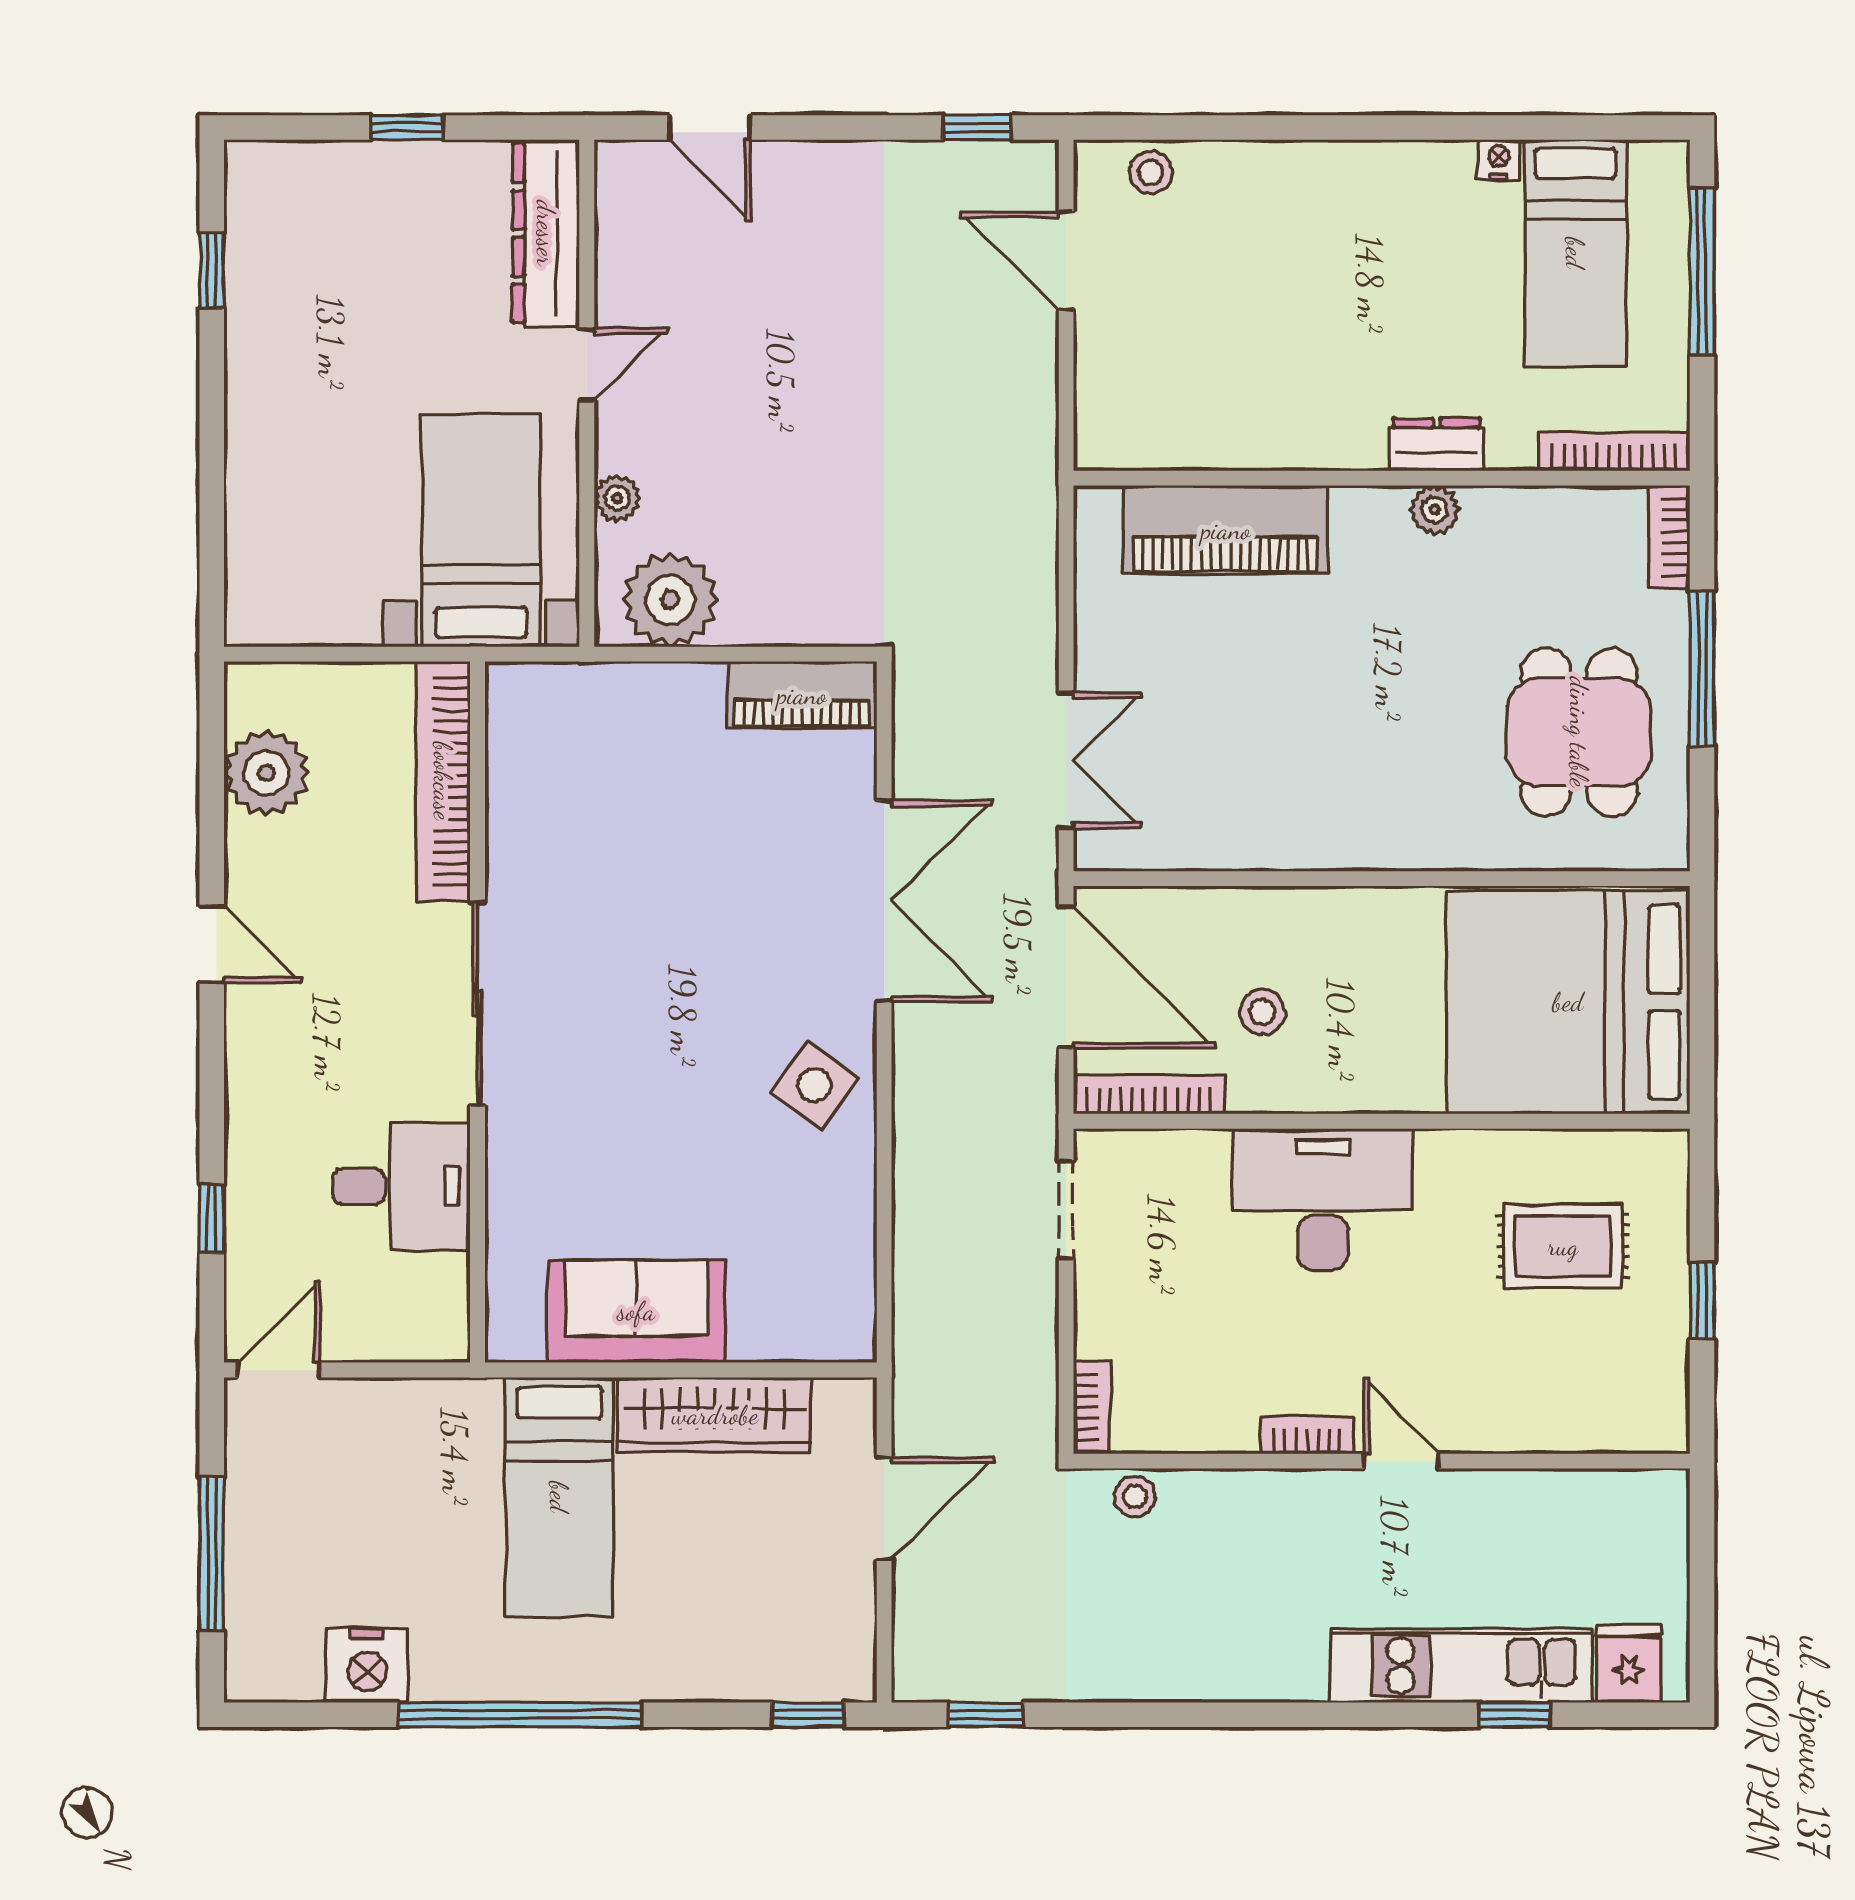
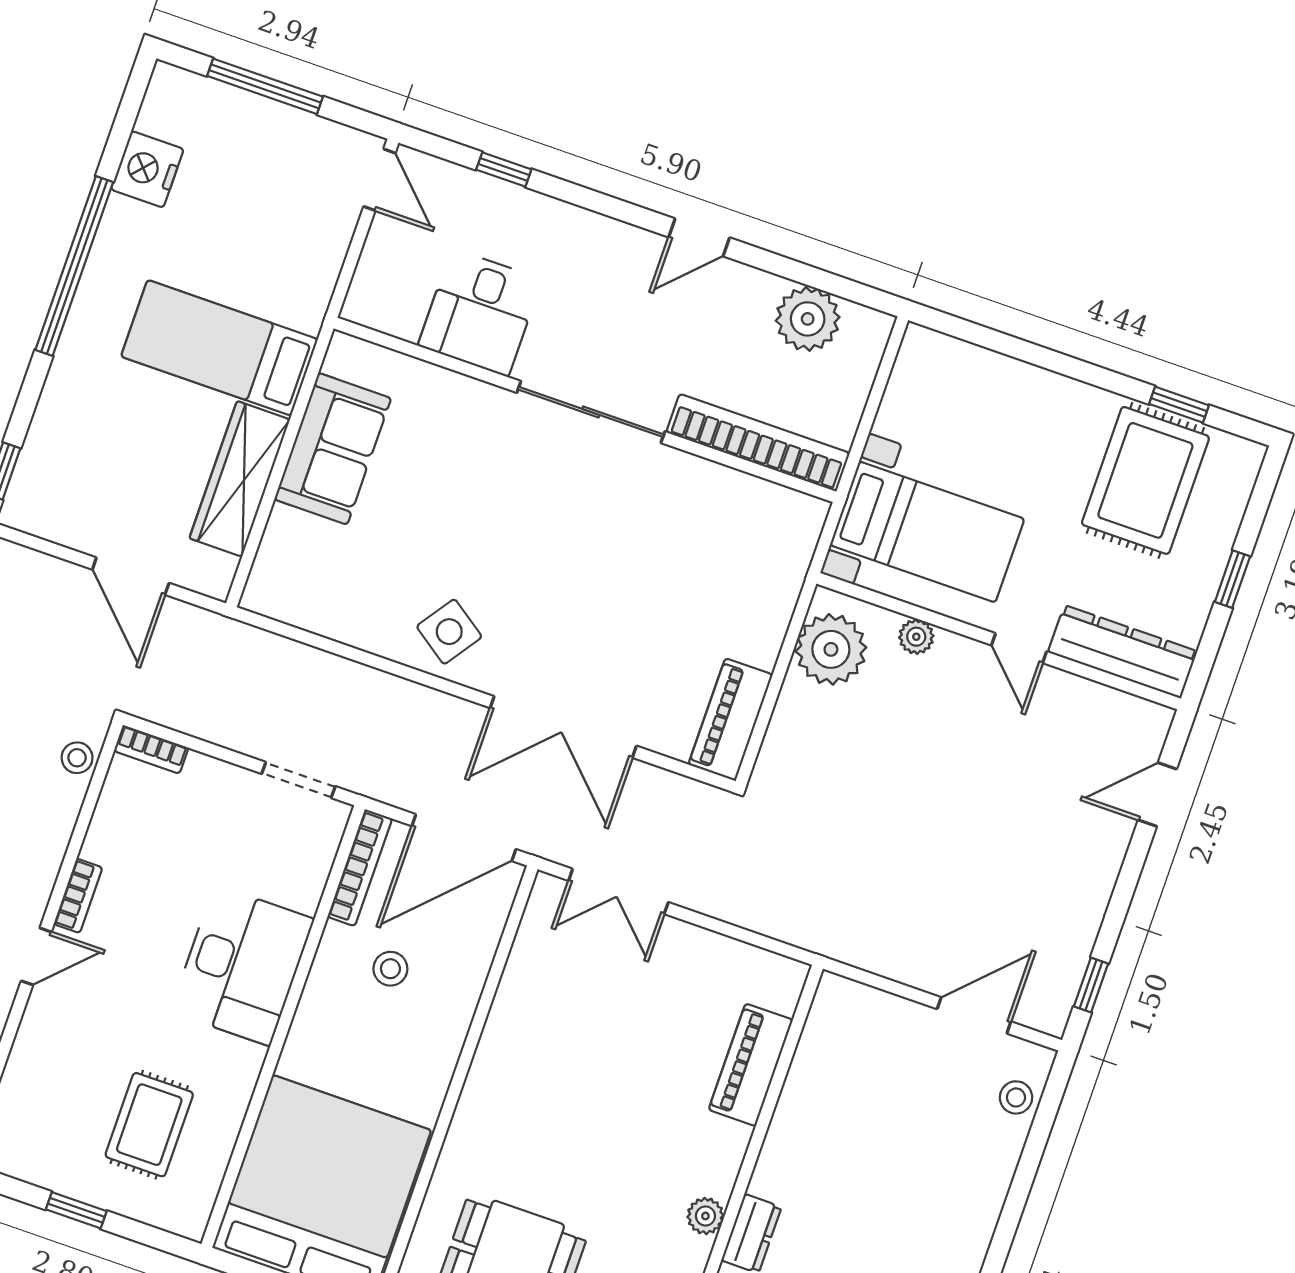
rug: (321, 279) -> (1145, 480), added
piano: (1226, 530) -> (751, 1065), width x0.73, depth x0.75

